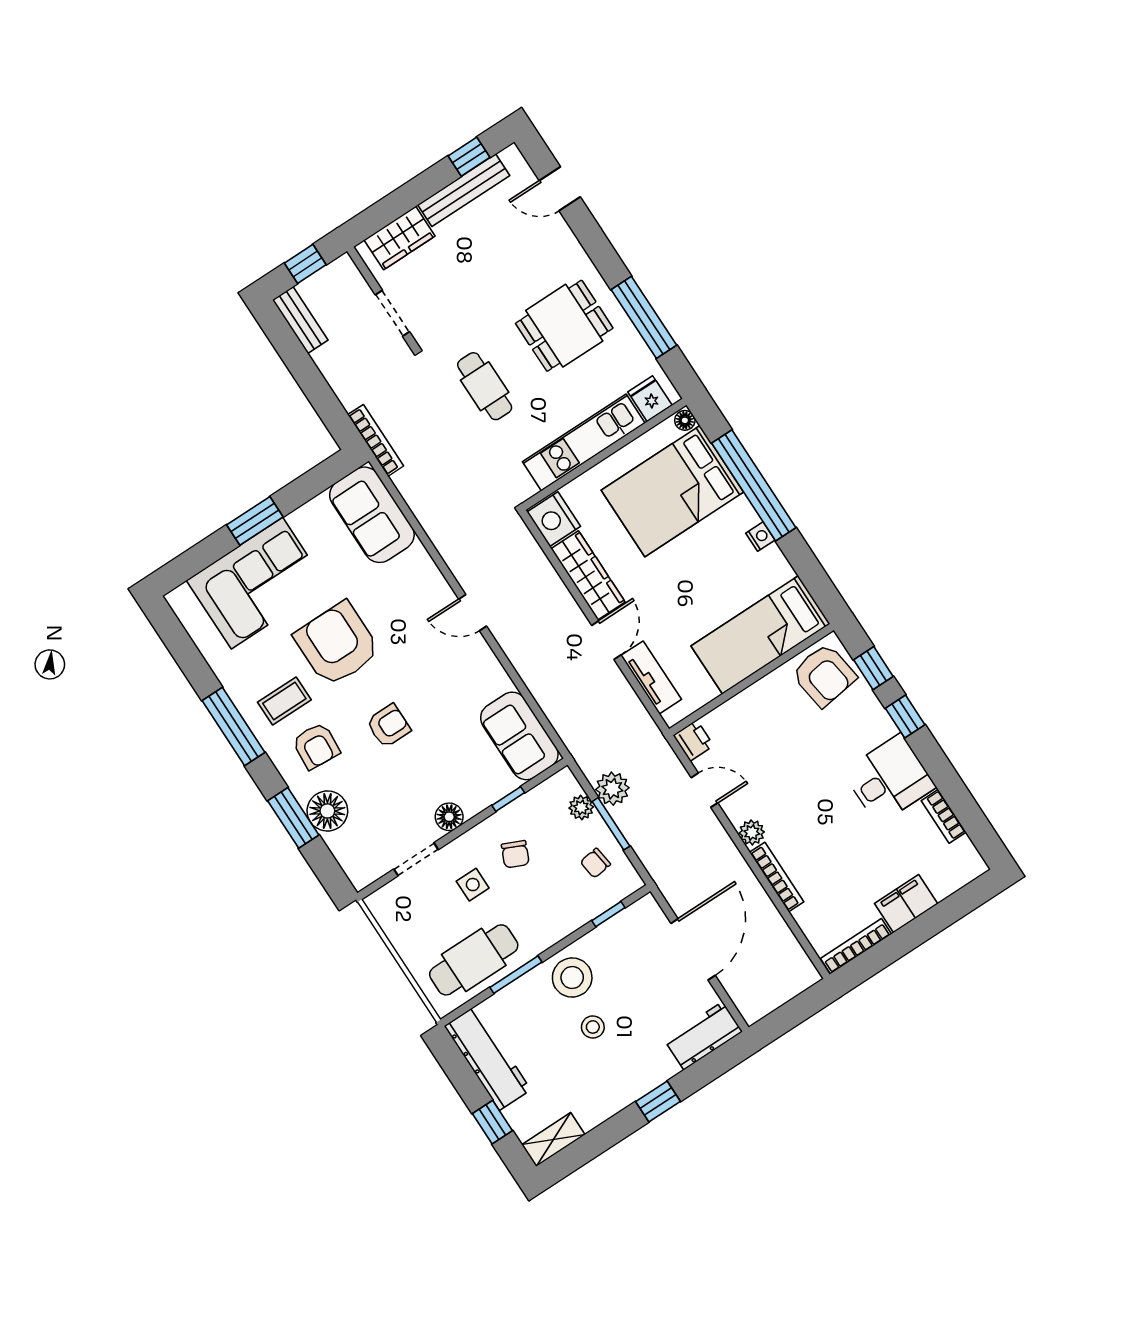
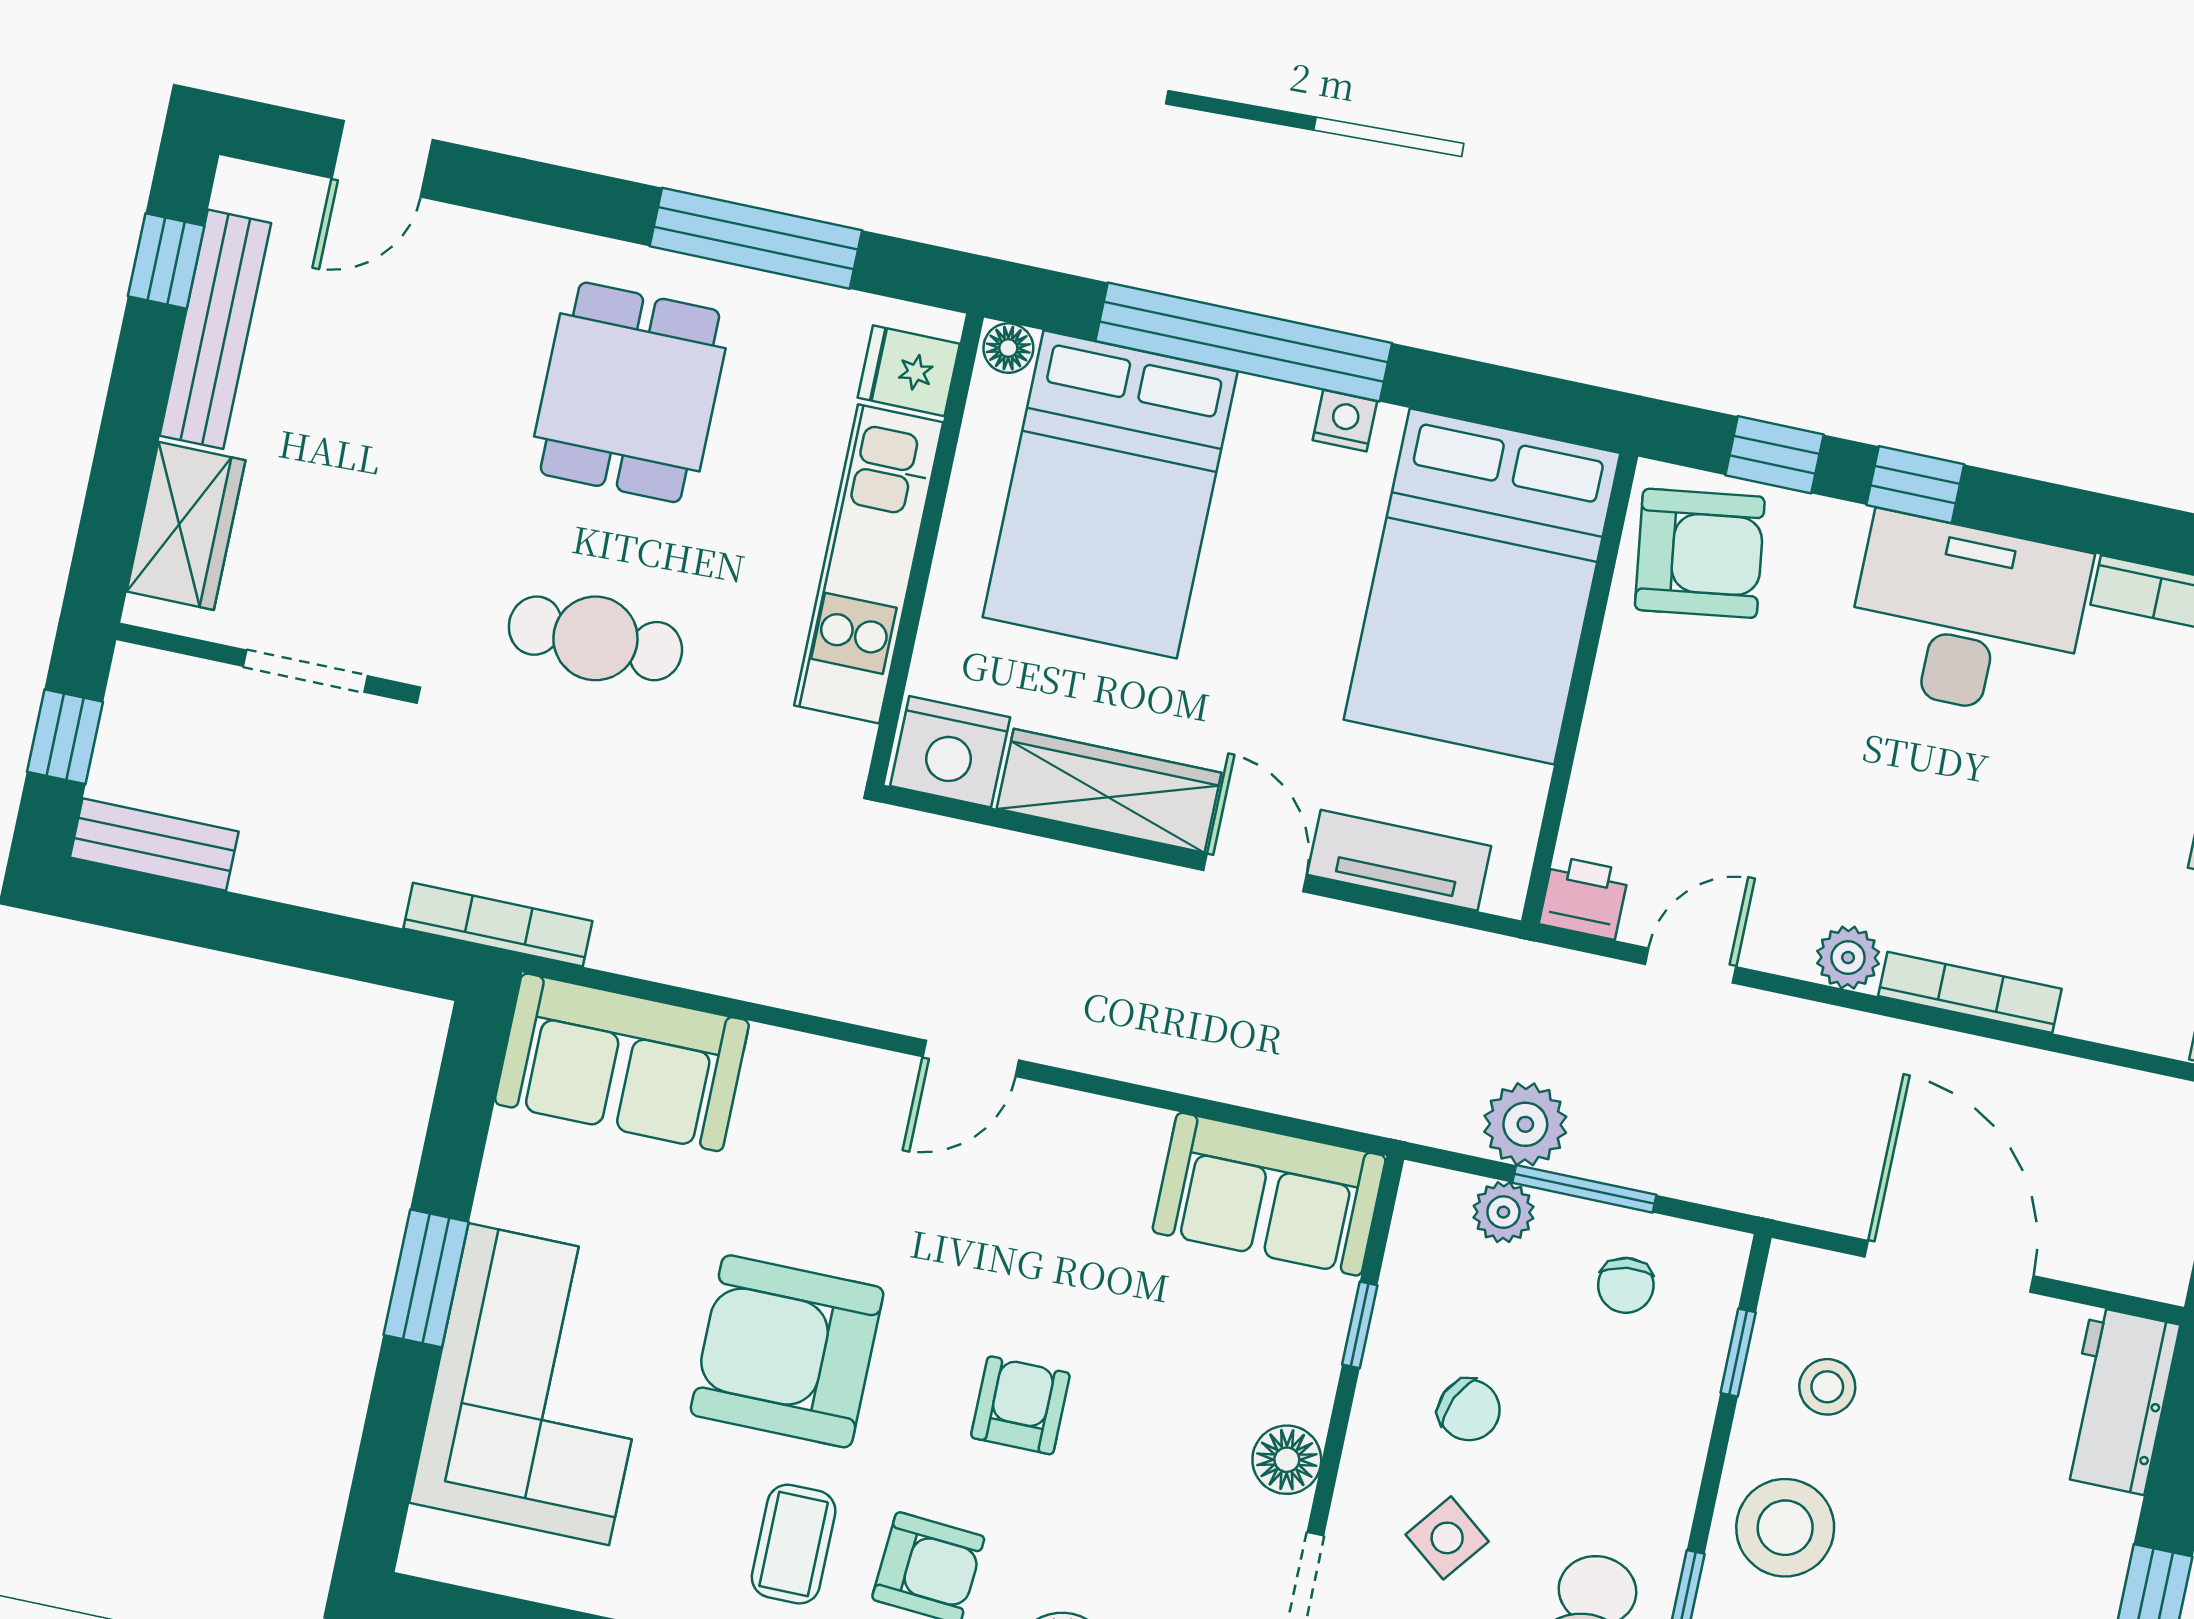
bed: (760, 635) -> (1482, 586), width x1.50
desk: (889, 779) -> (1967, 617), width x1.37
side table: (473, 885) -> (1447, 1538), turned 38
stool: (593, 1027) -> (1827, 1387), moved

